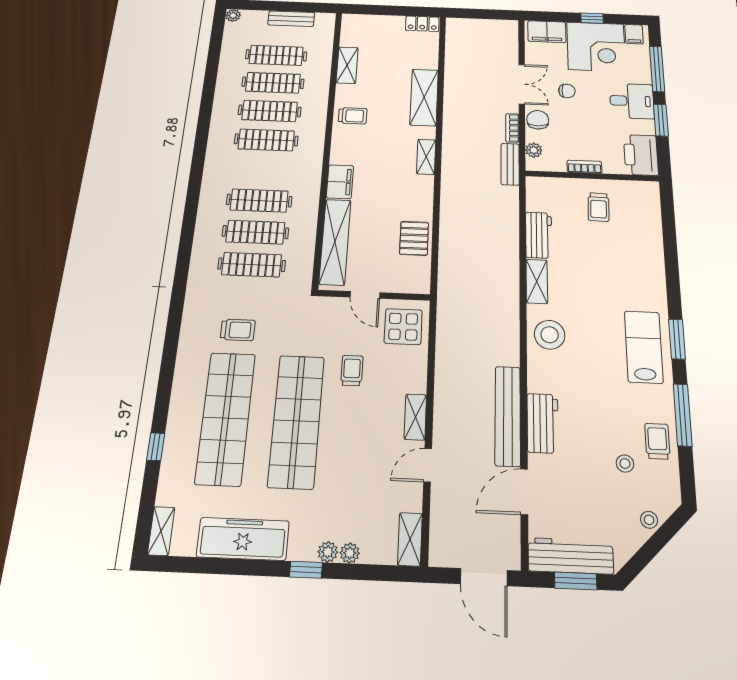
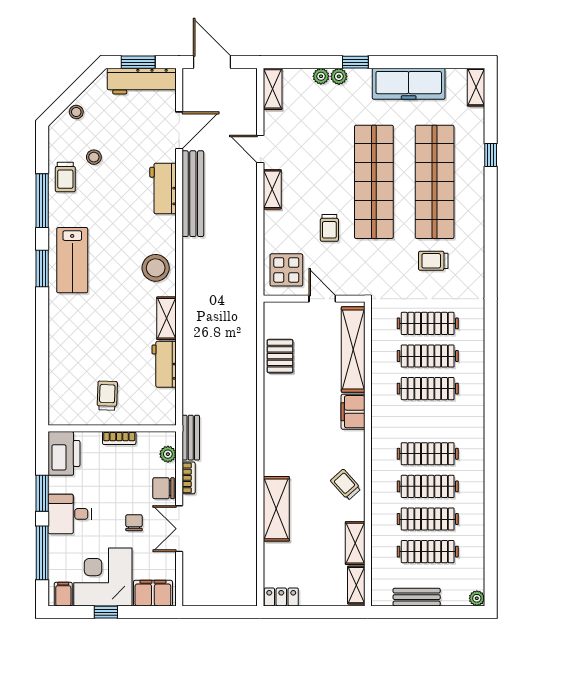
chair: (567, 91) -> (134, 523), turned 90
trolley: (353, 116) -> (346, 485), turned 48
chair: (538, 120) -> (164, 488), turned 90
shelving: (426, 157) -> (356, 585), moved
door: (428, 465) -> (260, 149), swing flipped

